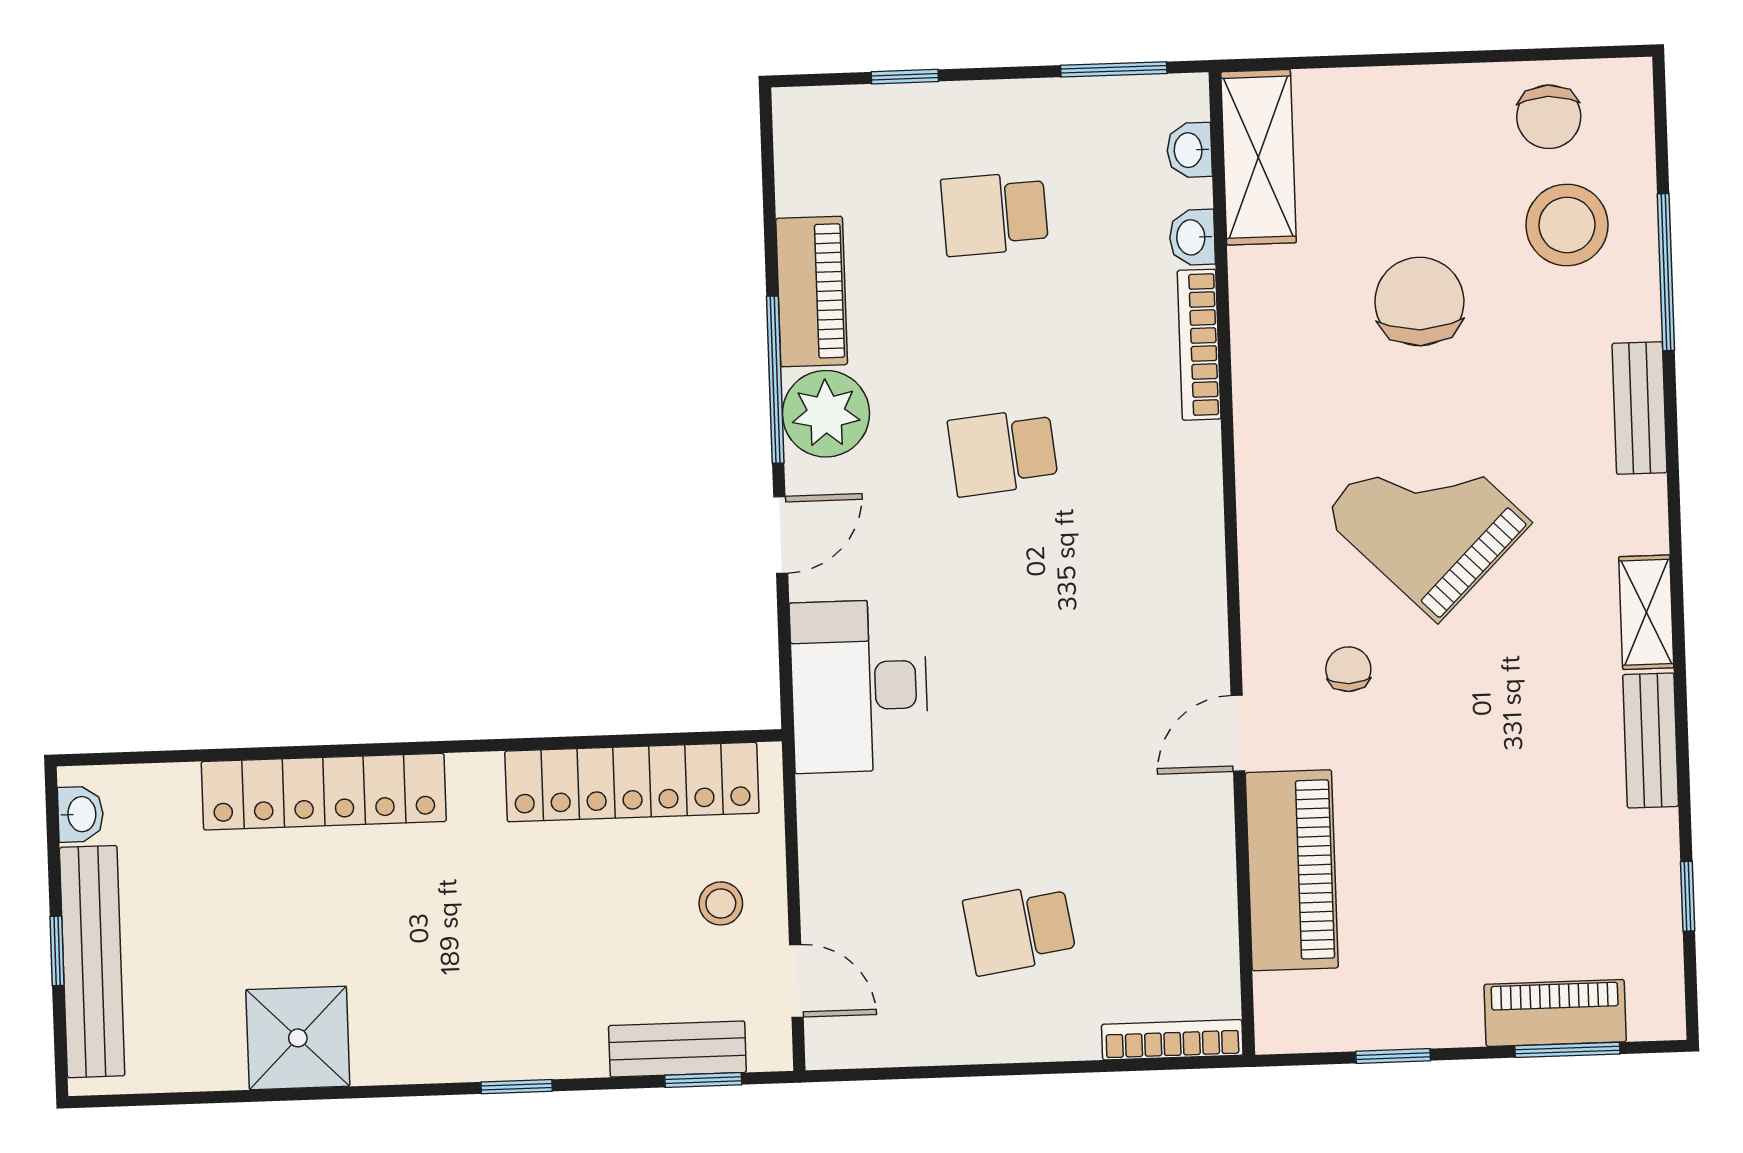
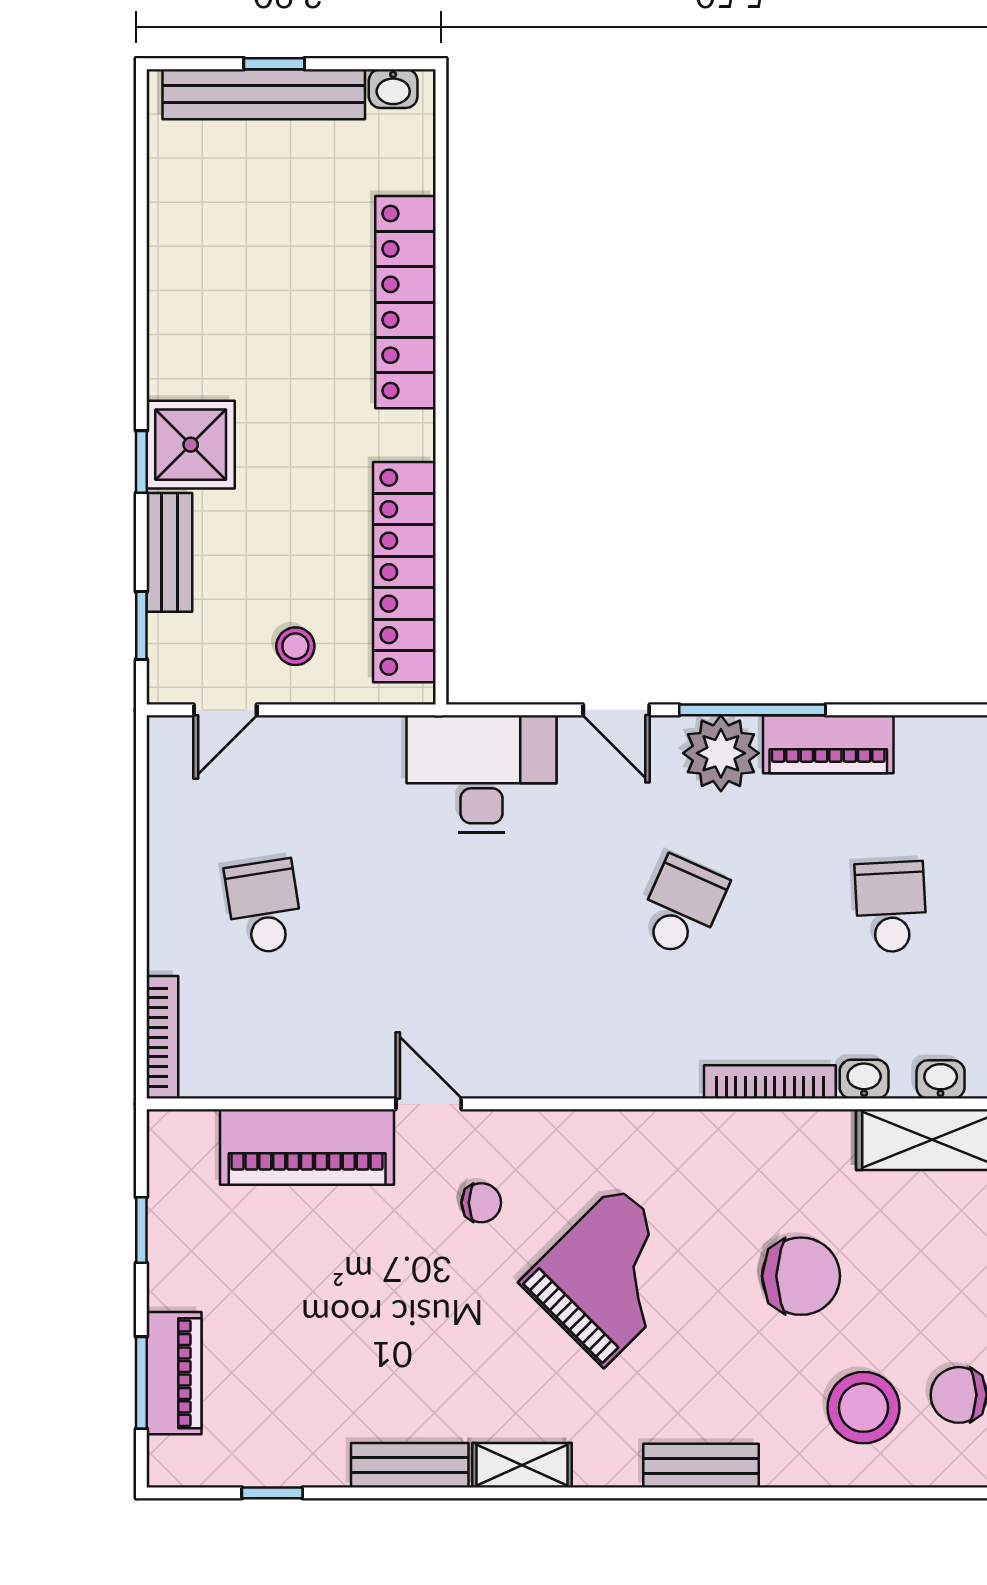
window: (1666, 272) -> (819, 1493), removed
school desk: (1003, 452) -> (682, 907), turned 30
shower: (298, 1038) -> (191, 445), moved
bench: (677, 1049) -> (169, 552), moved

